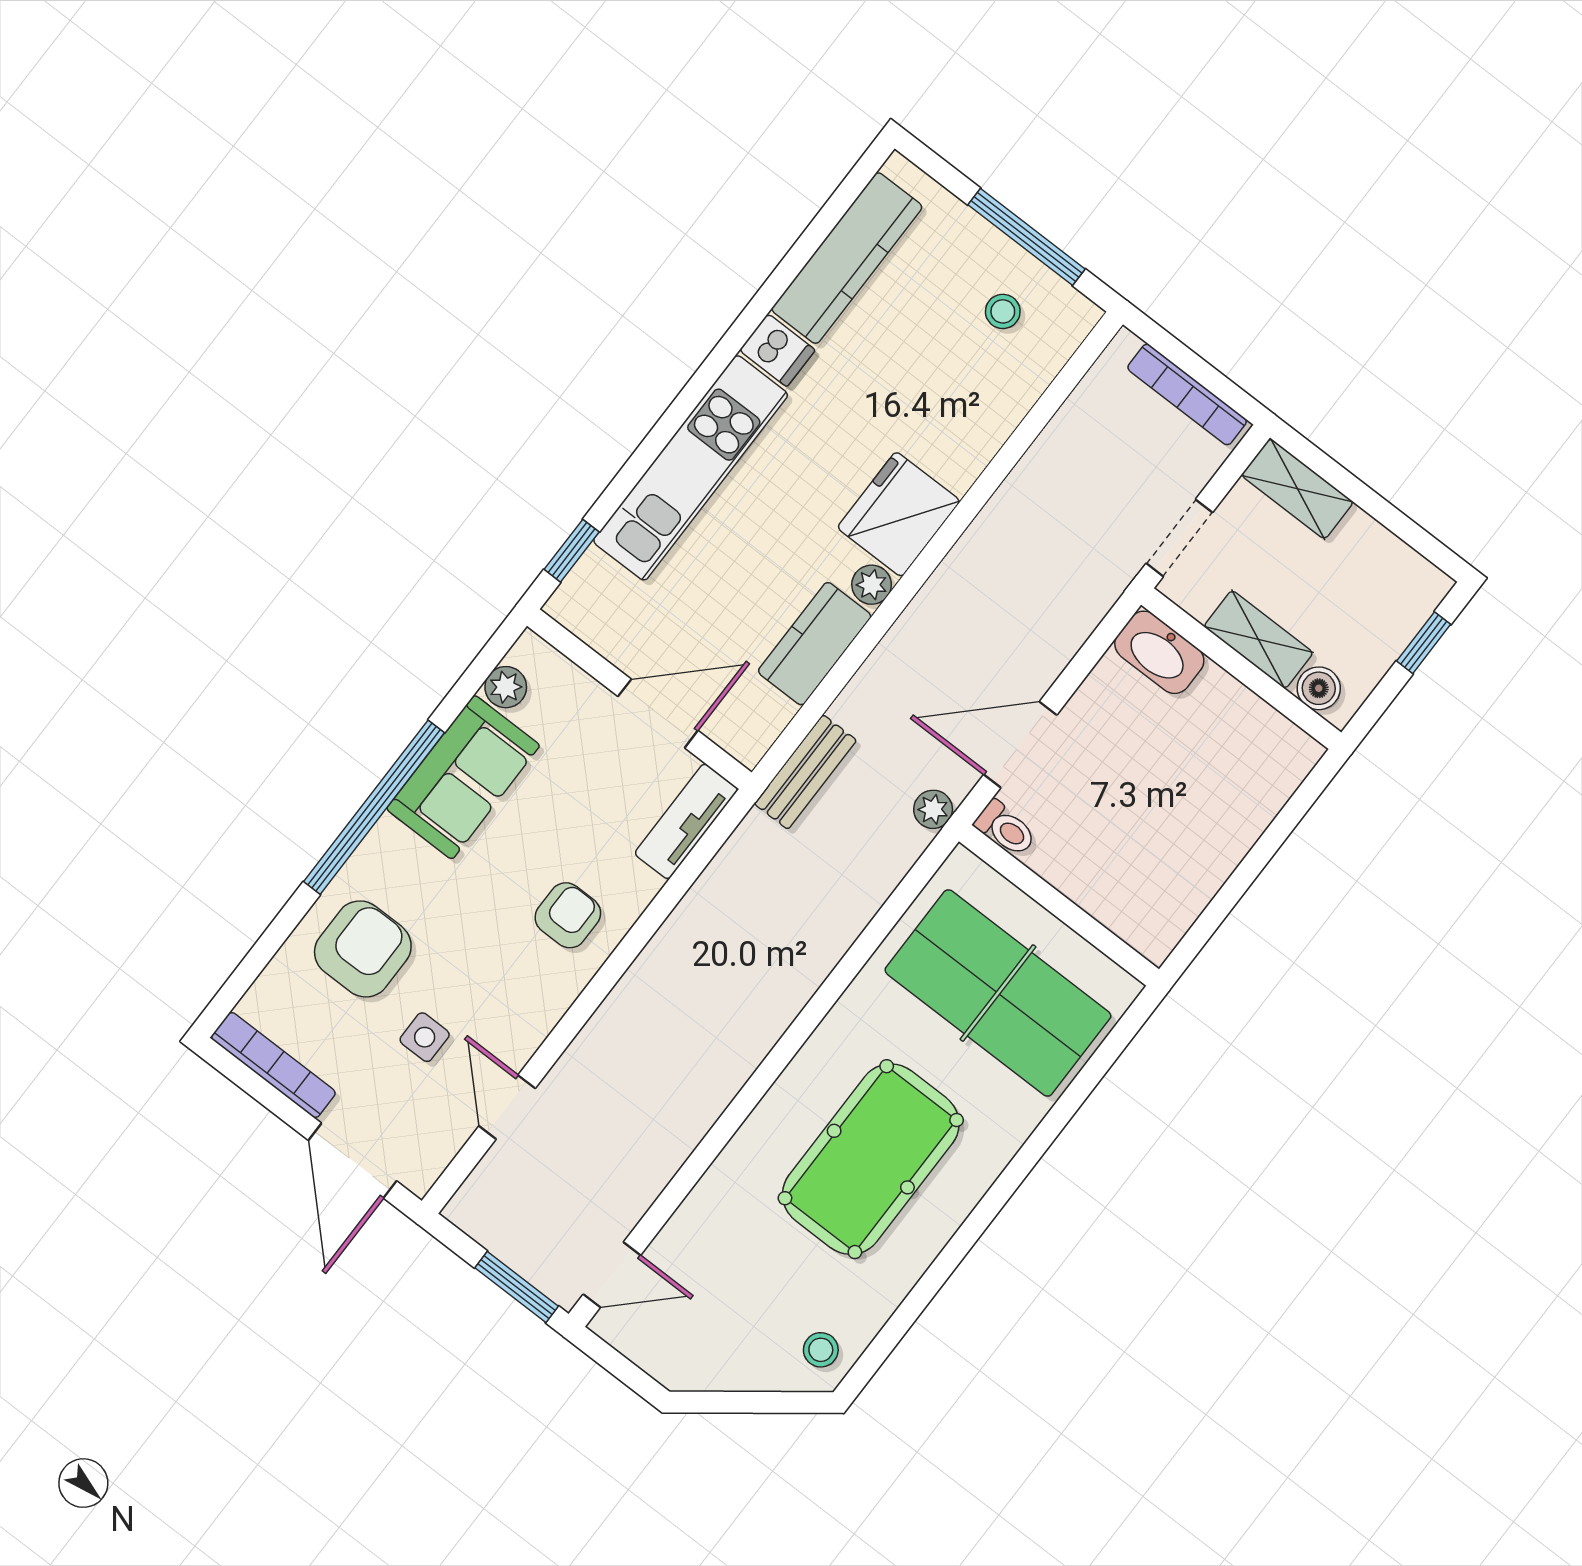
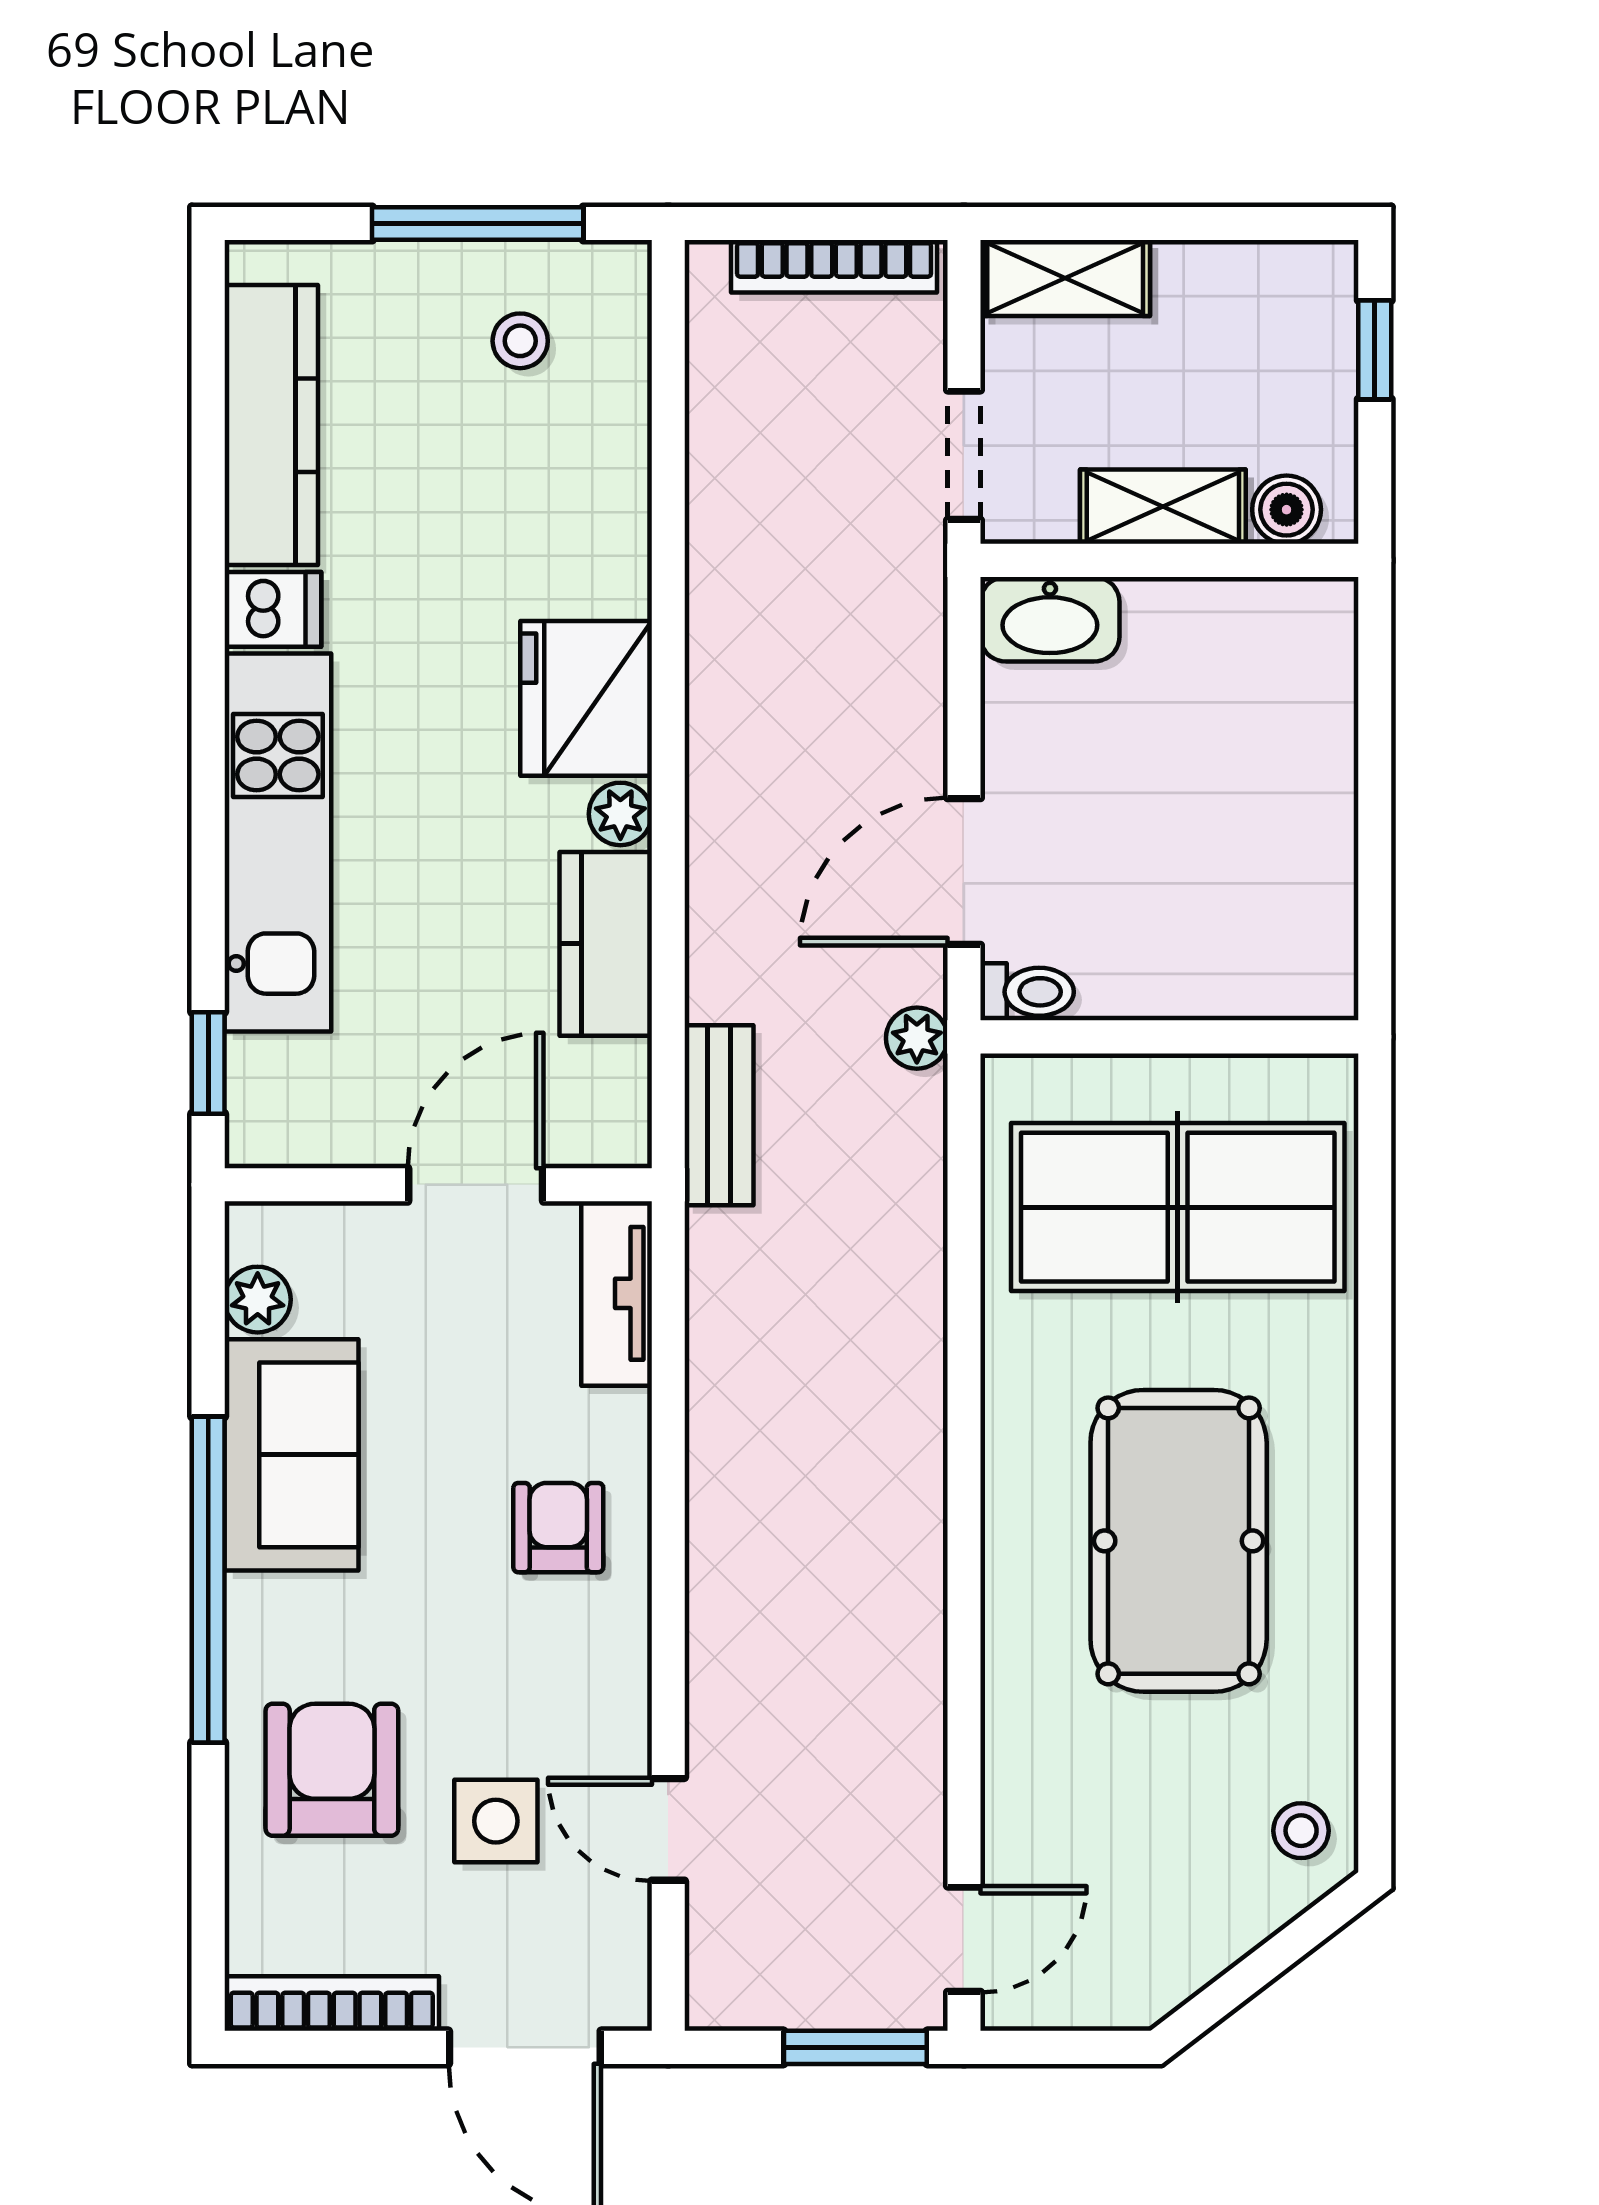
side table: (425, 1037) -> (496, 1821), width x1.37, depth x1.37

